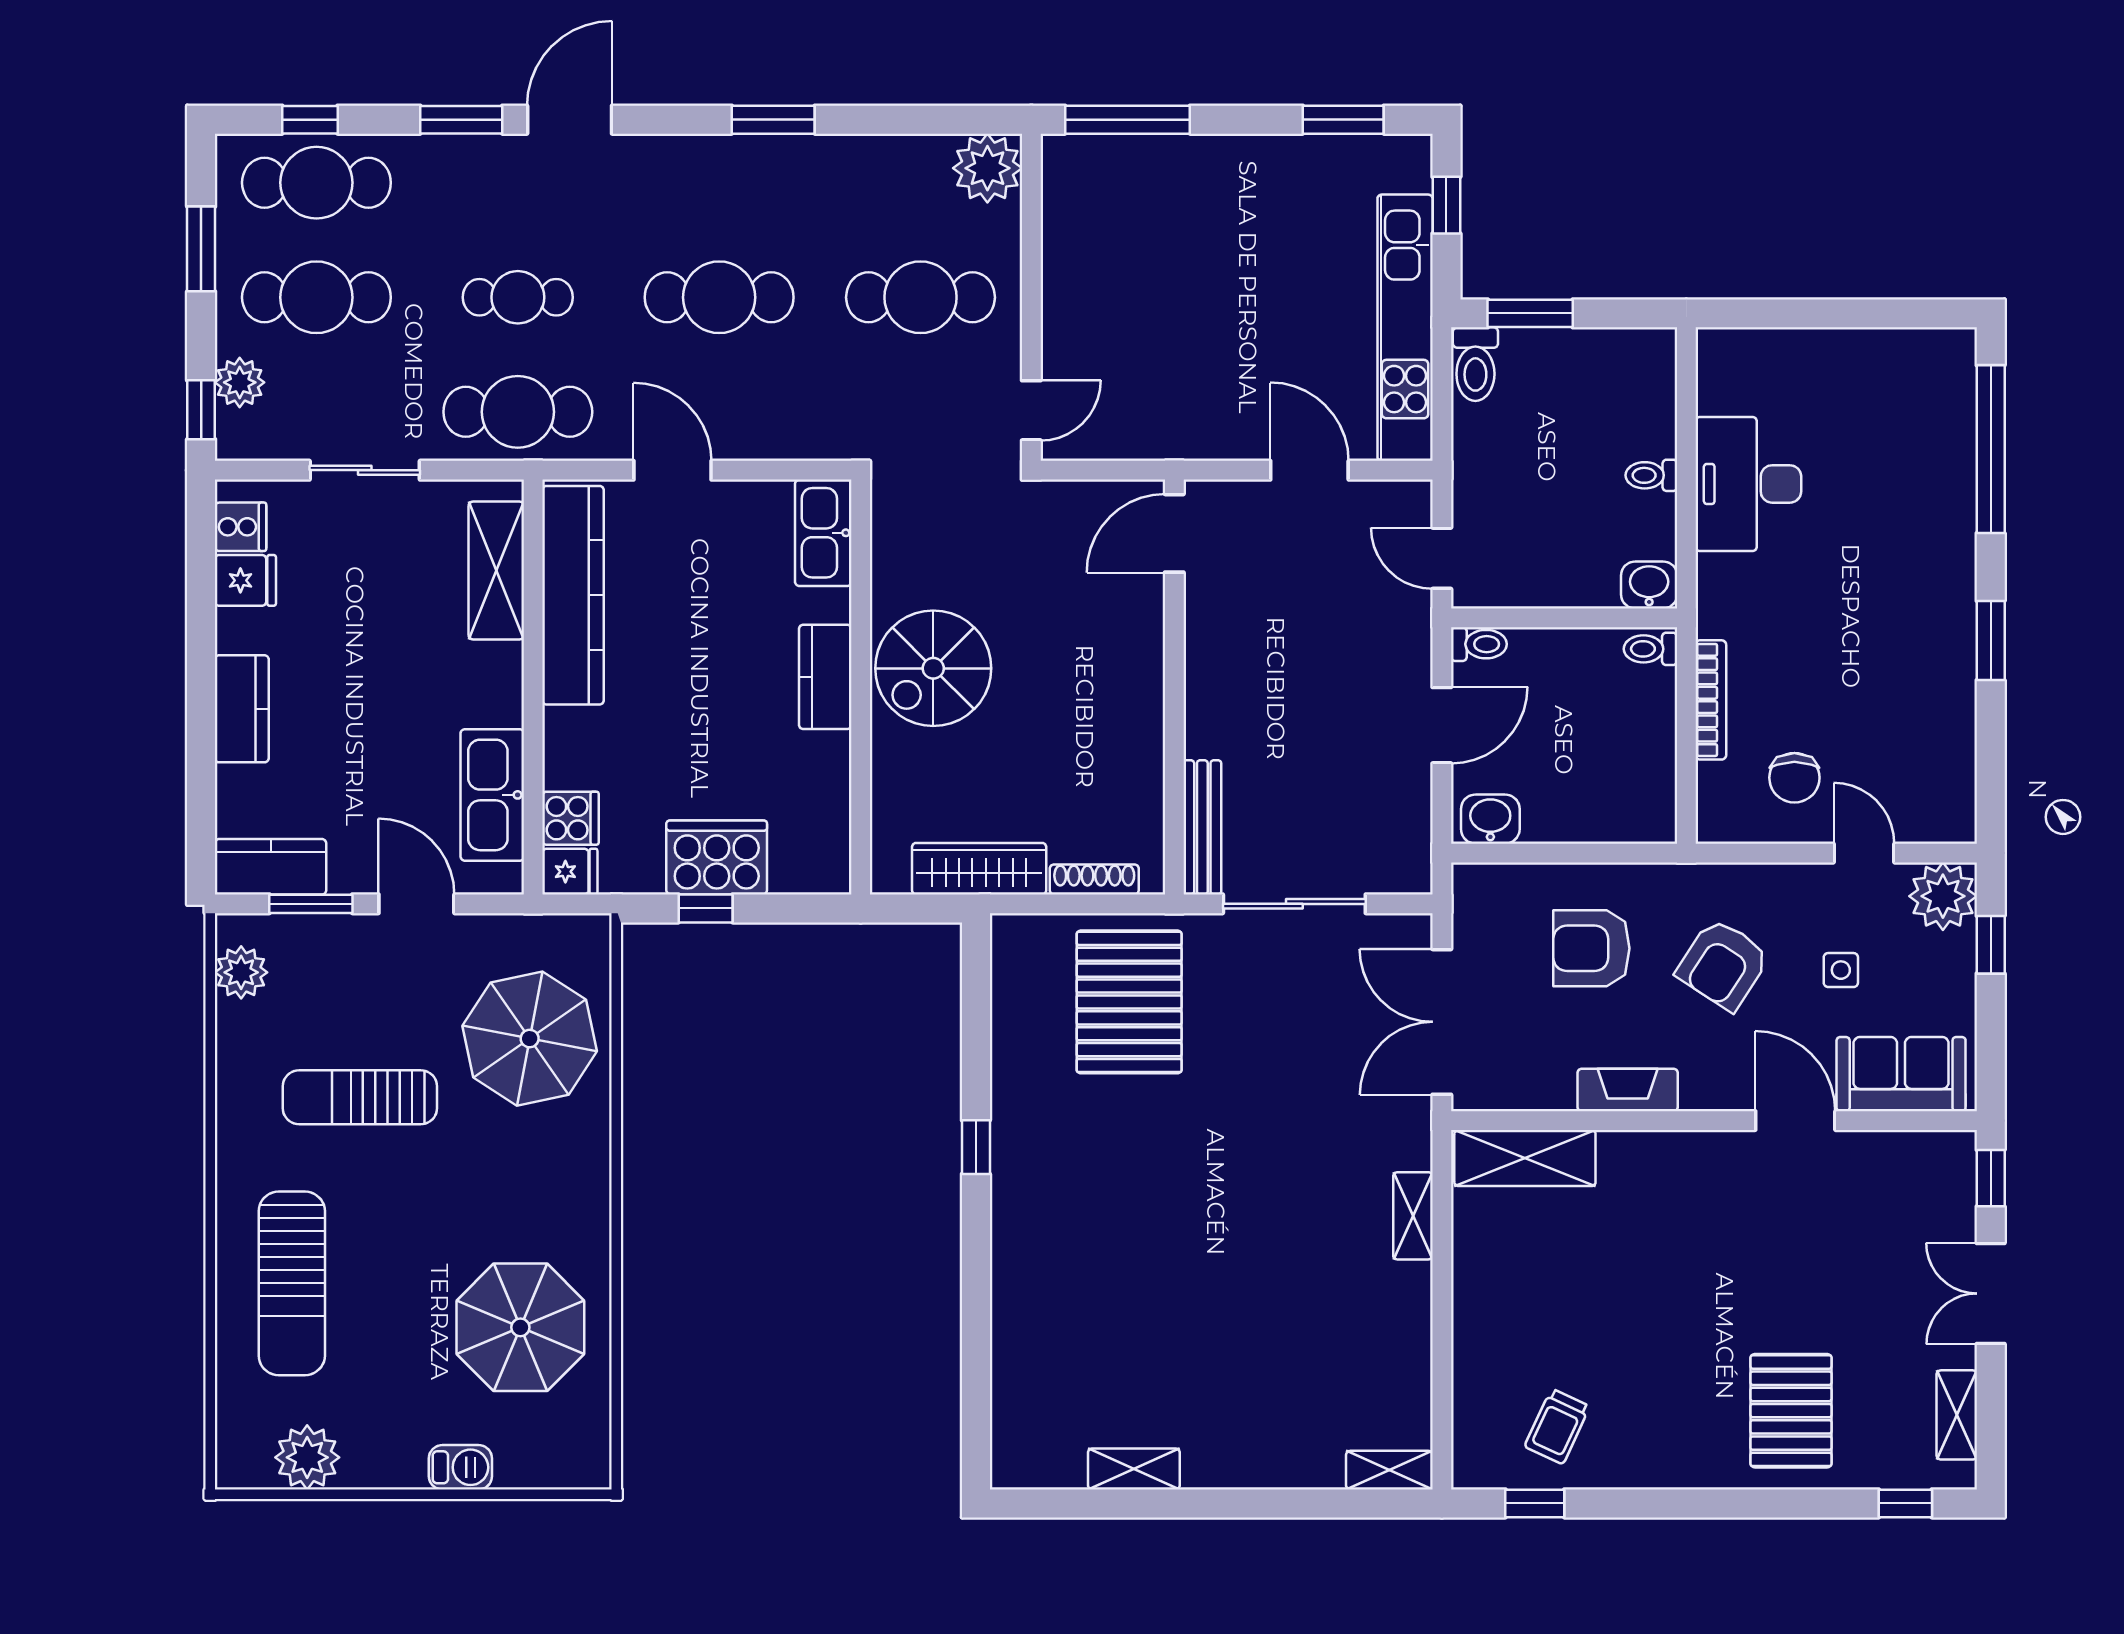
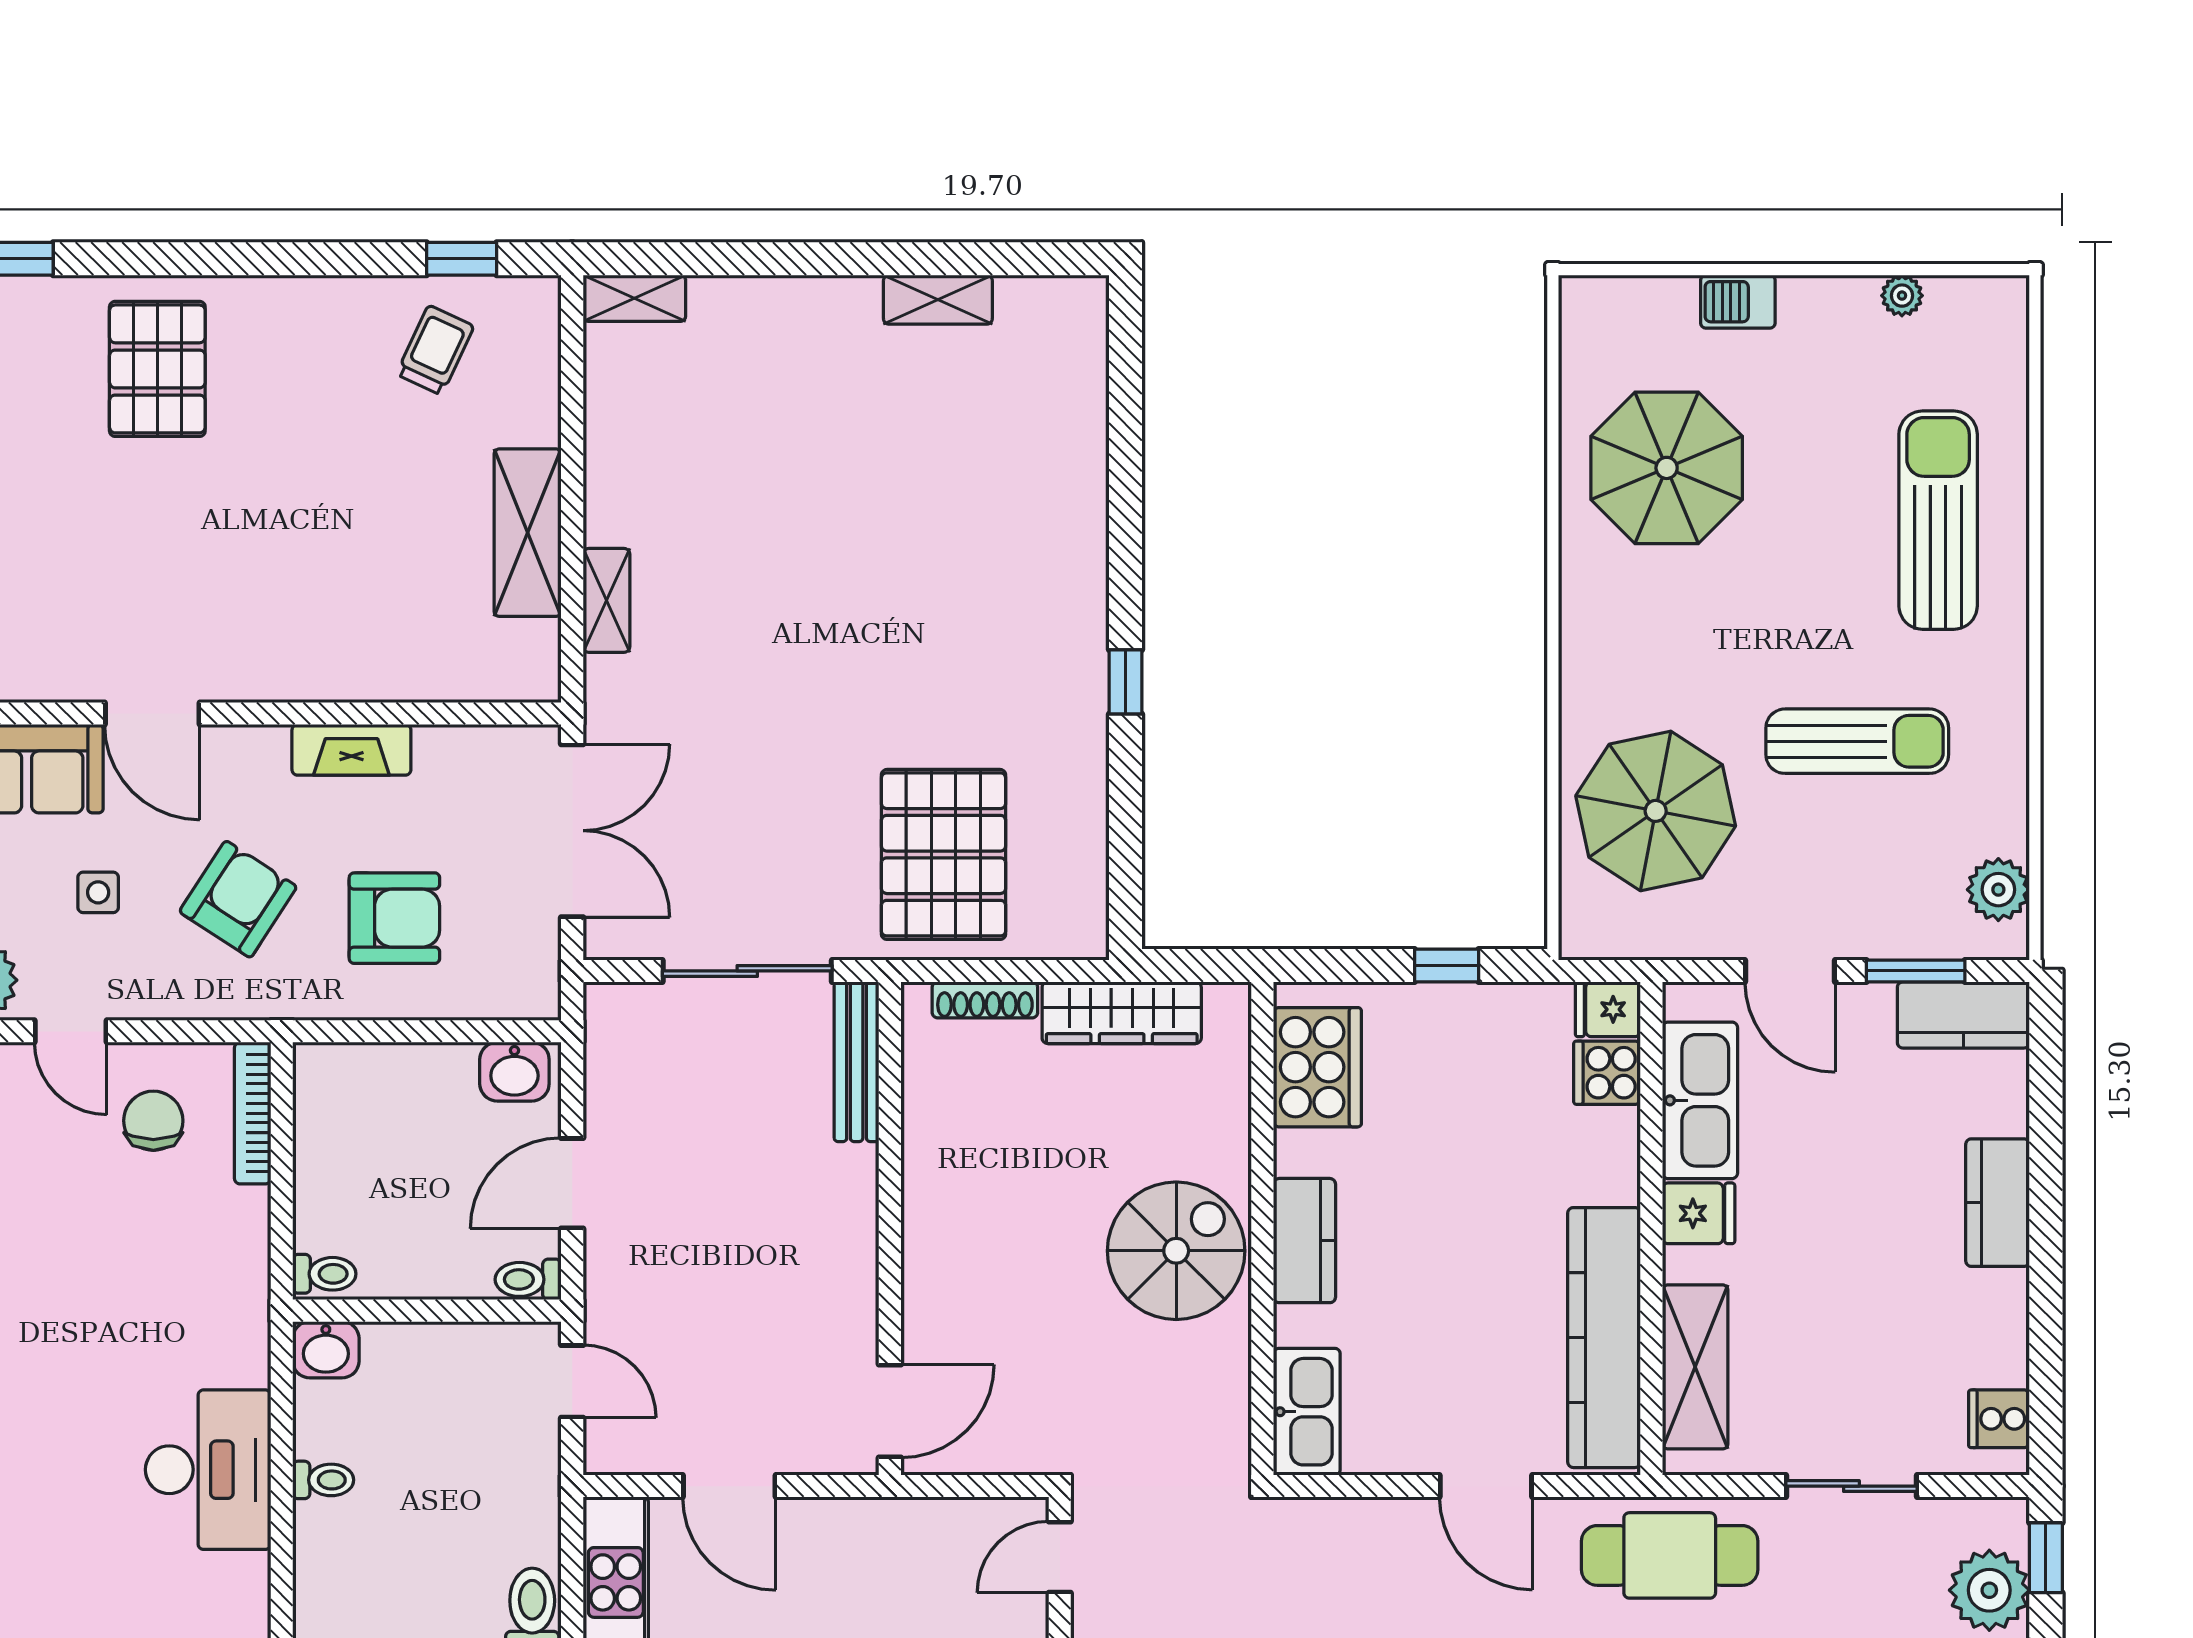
plant: (240, 382) -> (1989, 1590), width x1.36, depth x1.36
fridge: (245, 580) -> (1699, 1213), moved, turned 180
bookcase: (1711, 700) -> (253, 1113), moved
cooker: (717, 858) -> (1317, 1067), moved, turned -90
shelving: (1525, 1158) -> (528, 533), moved, turned 90
plant: (307, 1457) -> (1902, 296), width x0.53, depth x0.53

